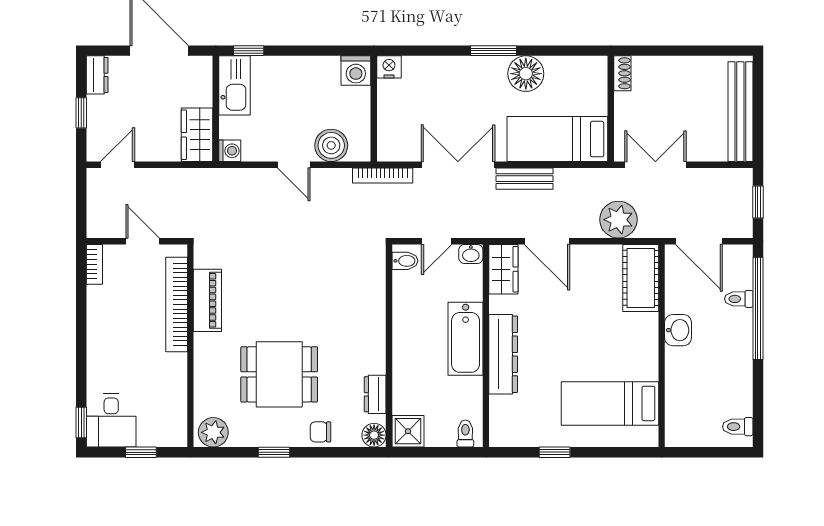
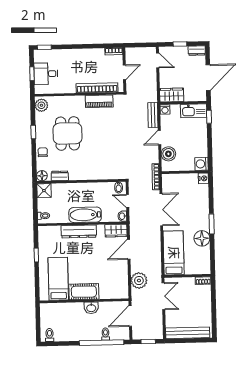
bench: (524, 179) -> (153, 115), moved
cot: (641, 278) -> (84, 292), moved
desk: (111, 420) -> (46, 74), moved

